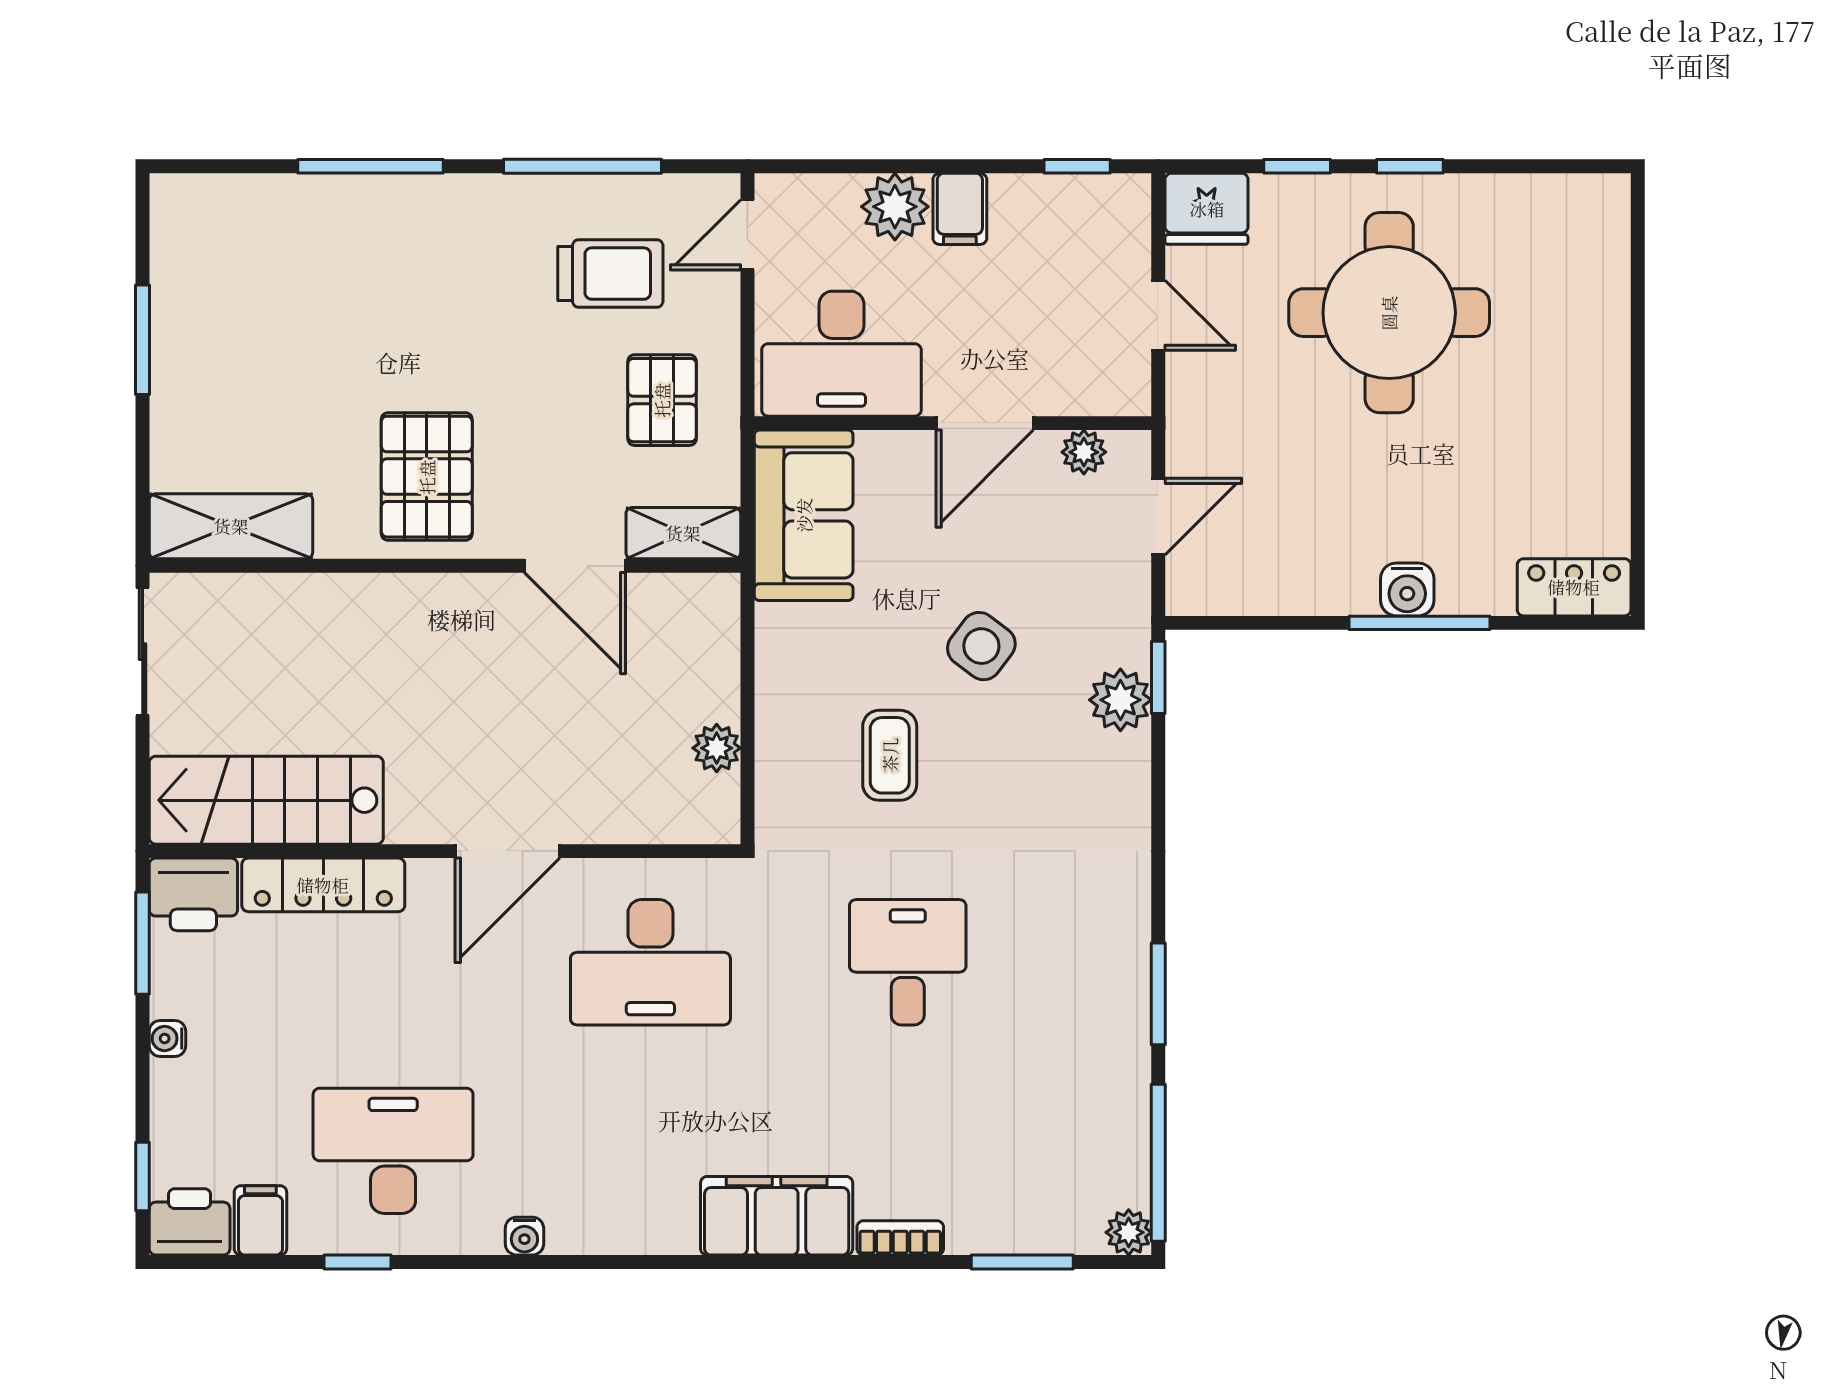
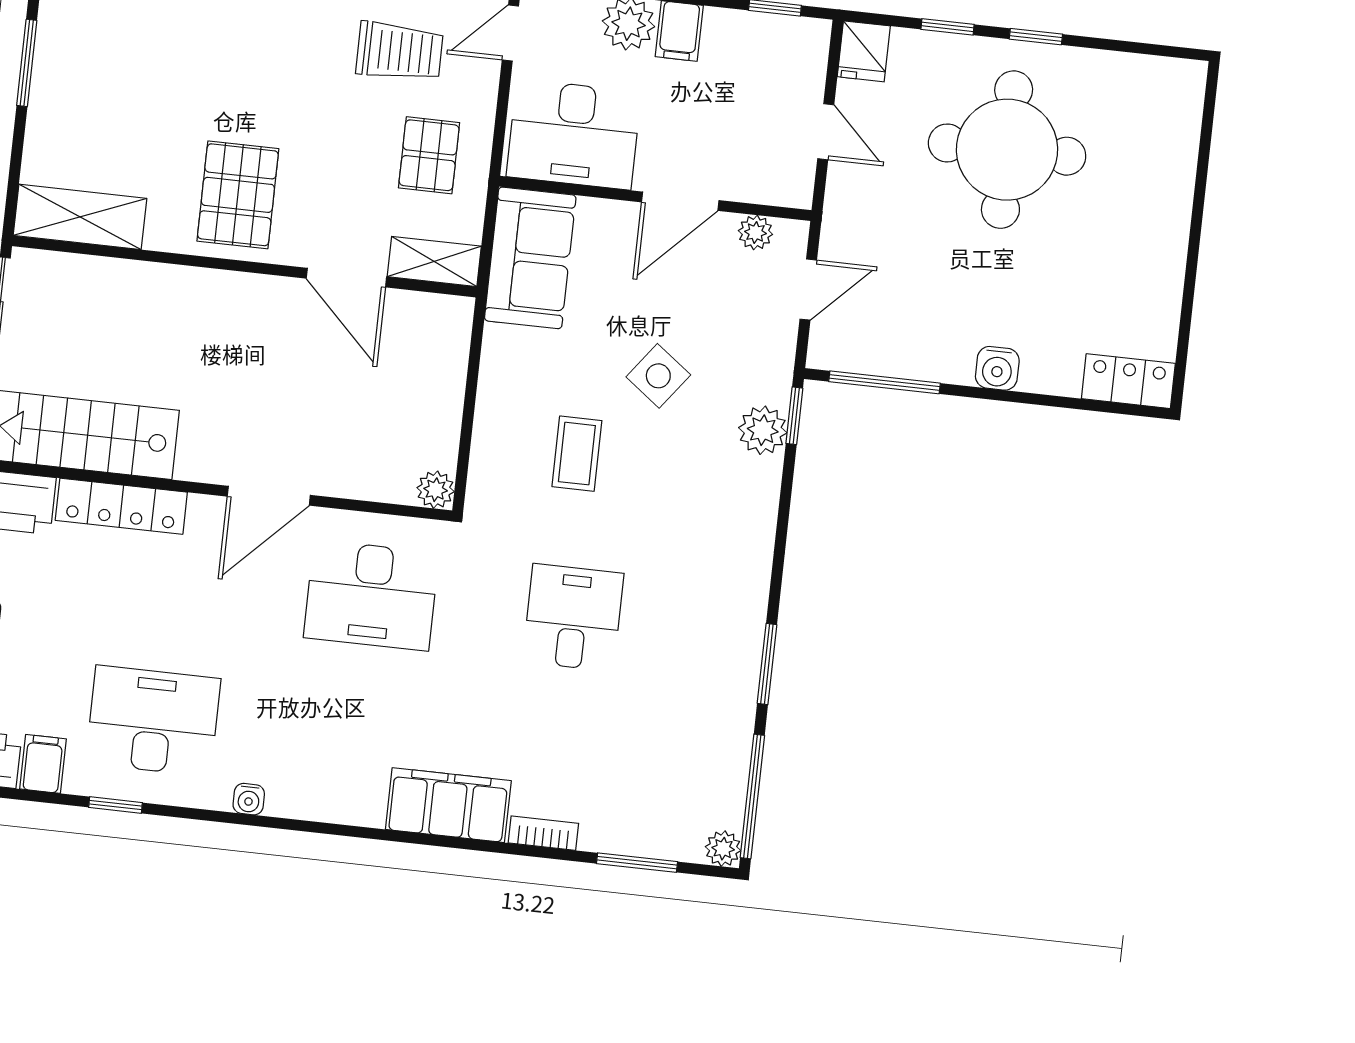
fridge: (1207, 209) -> (864, 51), width x0.72
window: (1419, 623) -> (885, 382), moved
plant: (717, 748) -> (436, 490), moved

